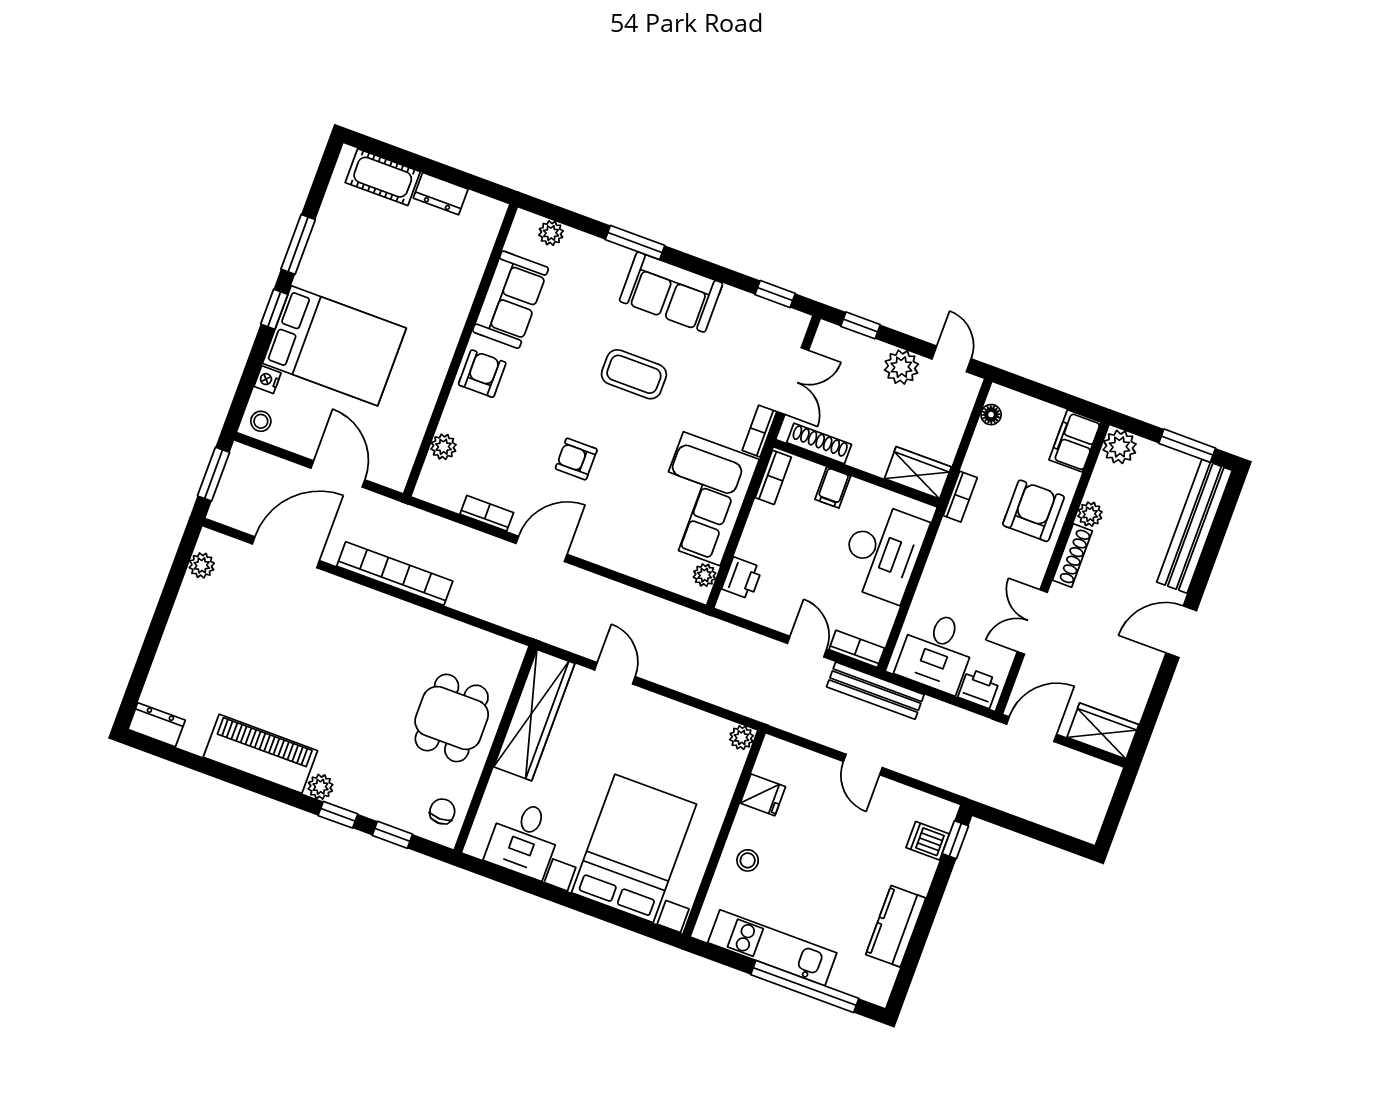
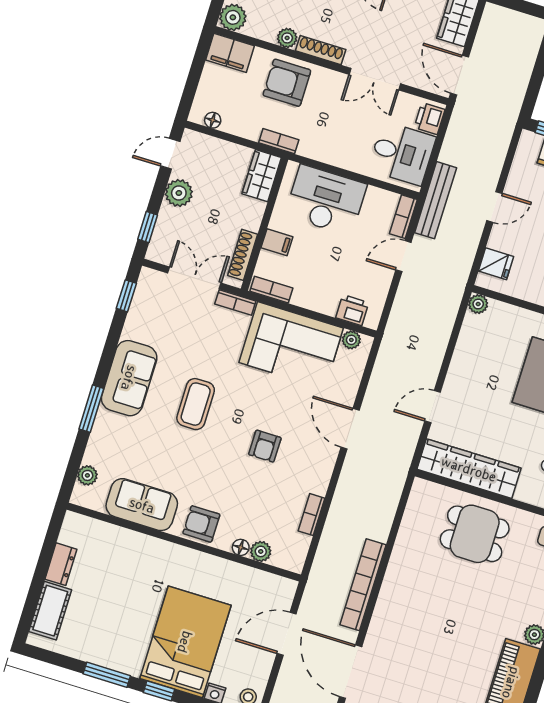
floor lamp: (450, 422) -> (241, 547), added
door: (542, 549) -> (350, 429), moved
fridge: (763, 795) -> (496, 264), moved, turned 90

